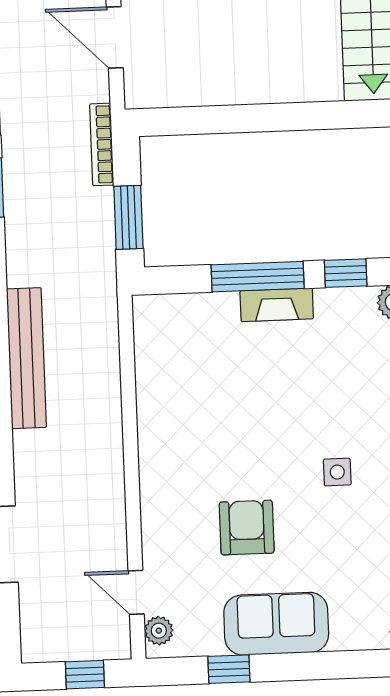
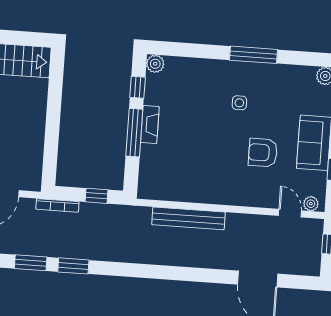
window: (128, 217) -> (96, 196), width x0.67
bench: (26, 358) -> (188, 218), moved
door: (136, 592) -> (290, 213), swing flipped

